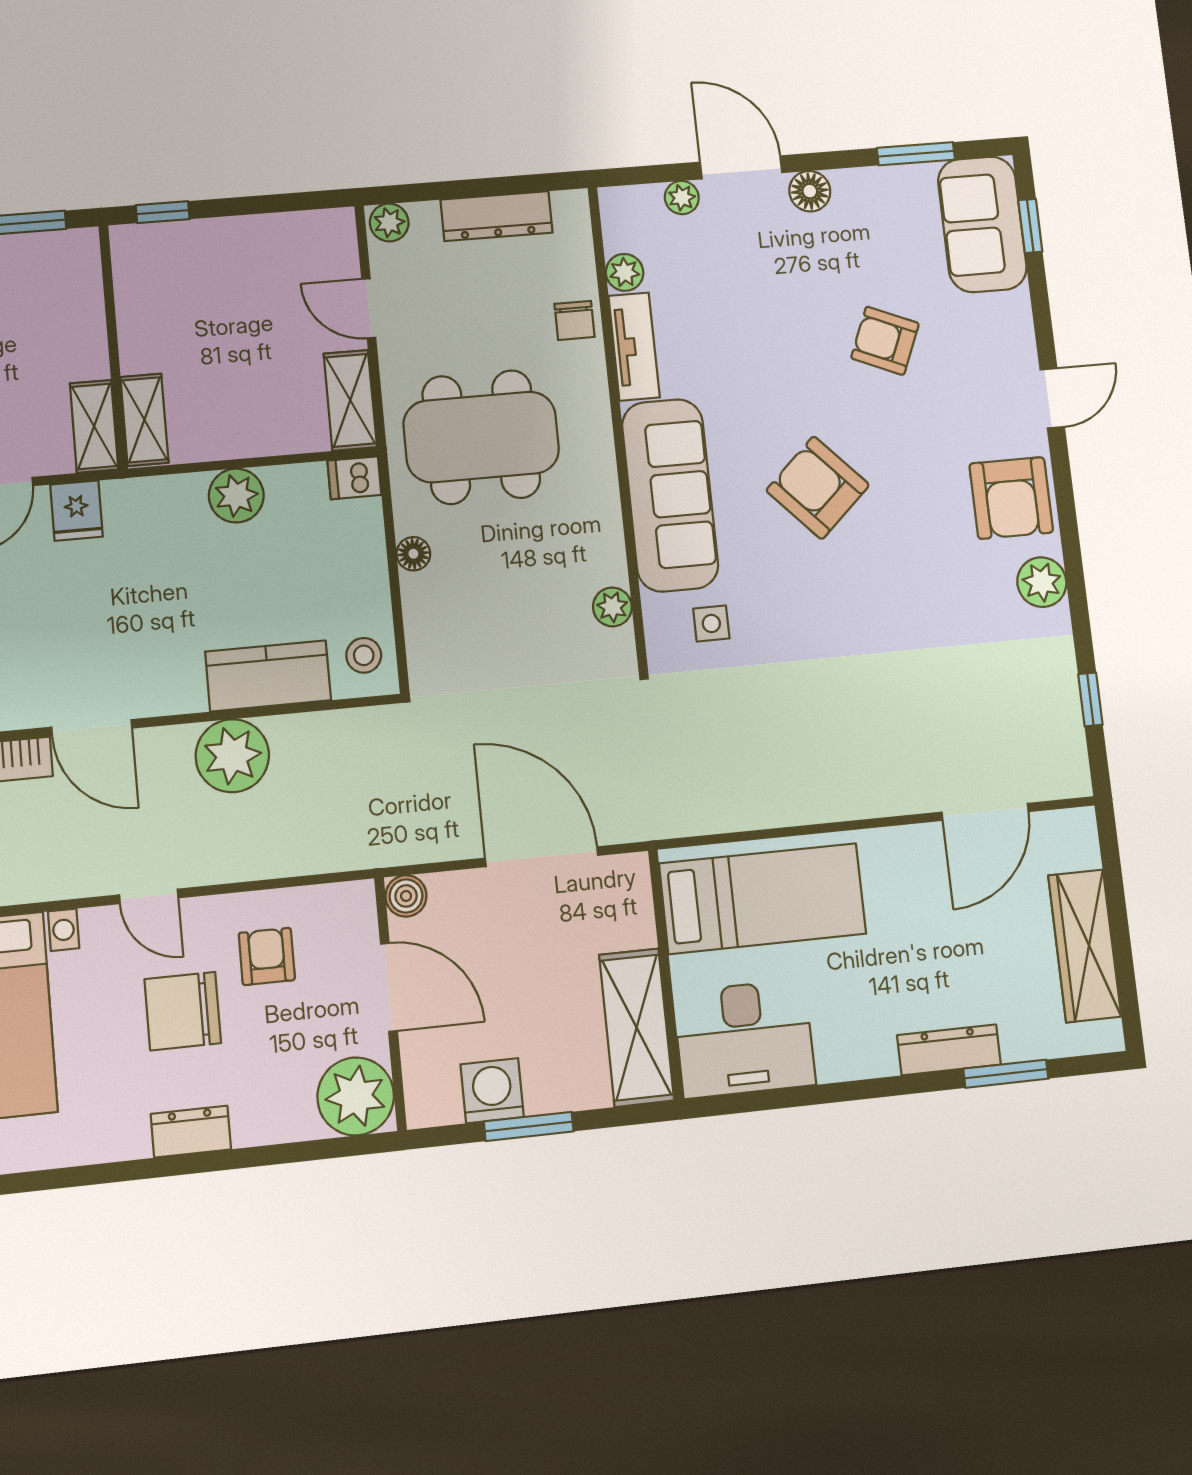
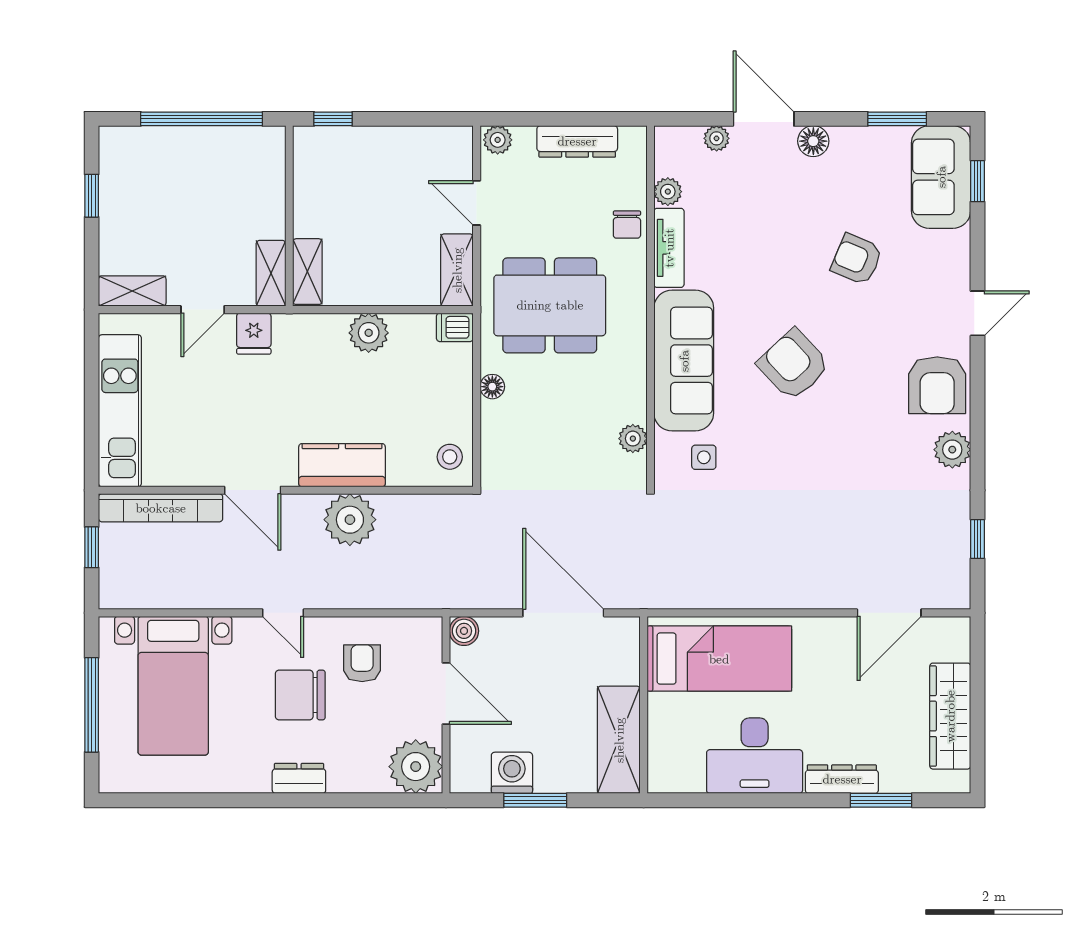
kitchen counter: (268, 676) -> (342, 465), moved
desk: (744, 1039) -> (755, 756), moved

